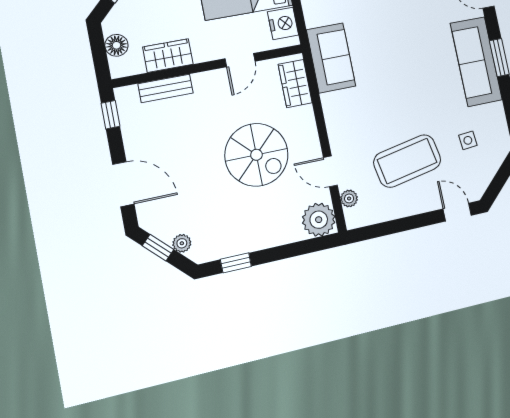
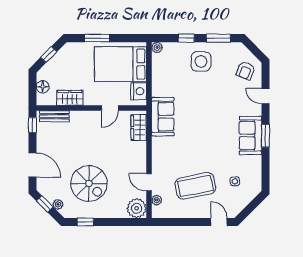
sofa: (476, 62) -> (250, 135), width x0.73
bench: (166, 88) -> (54, 116), moved
spiral stairs: (256, 155) -> (89, 183), moved

